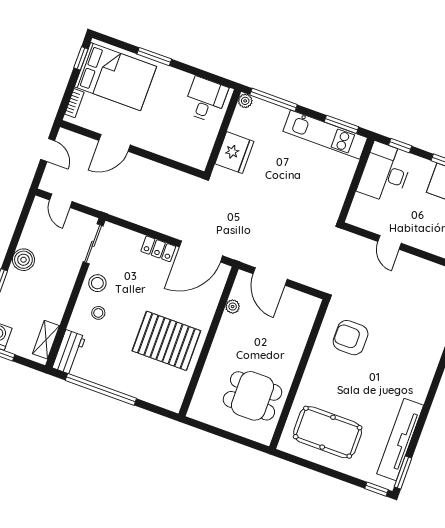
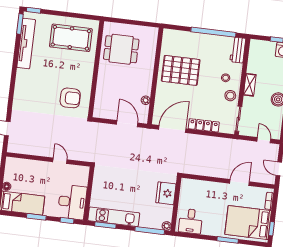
locker: (158, 249) -> (204, 125), width x1.53
shelving: (46, 340) -> (250, 85), moved

